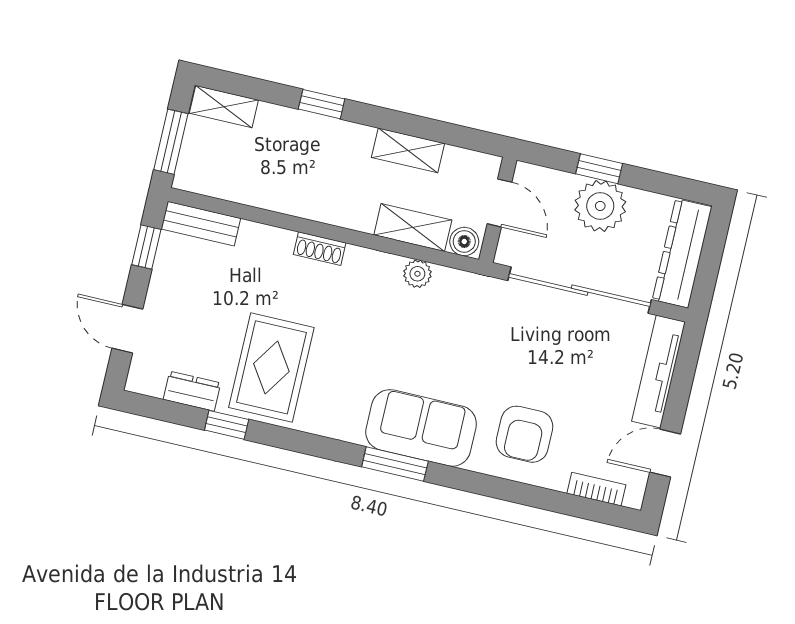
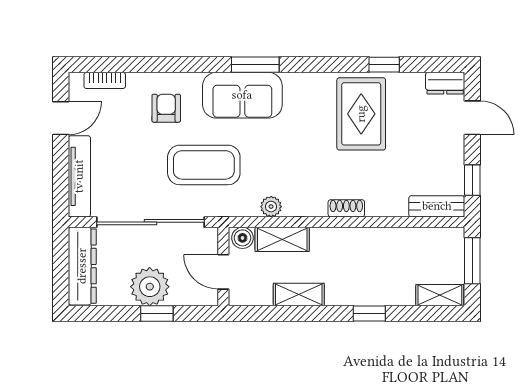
coffee table: (493, 349) -> (204, 165), added
dresser: (192, 391) -> (445, 83), moved
armchair: (524, 434) -> (166, 108), width x0.72, depth x0.72

